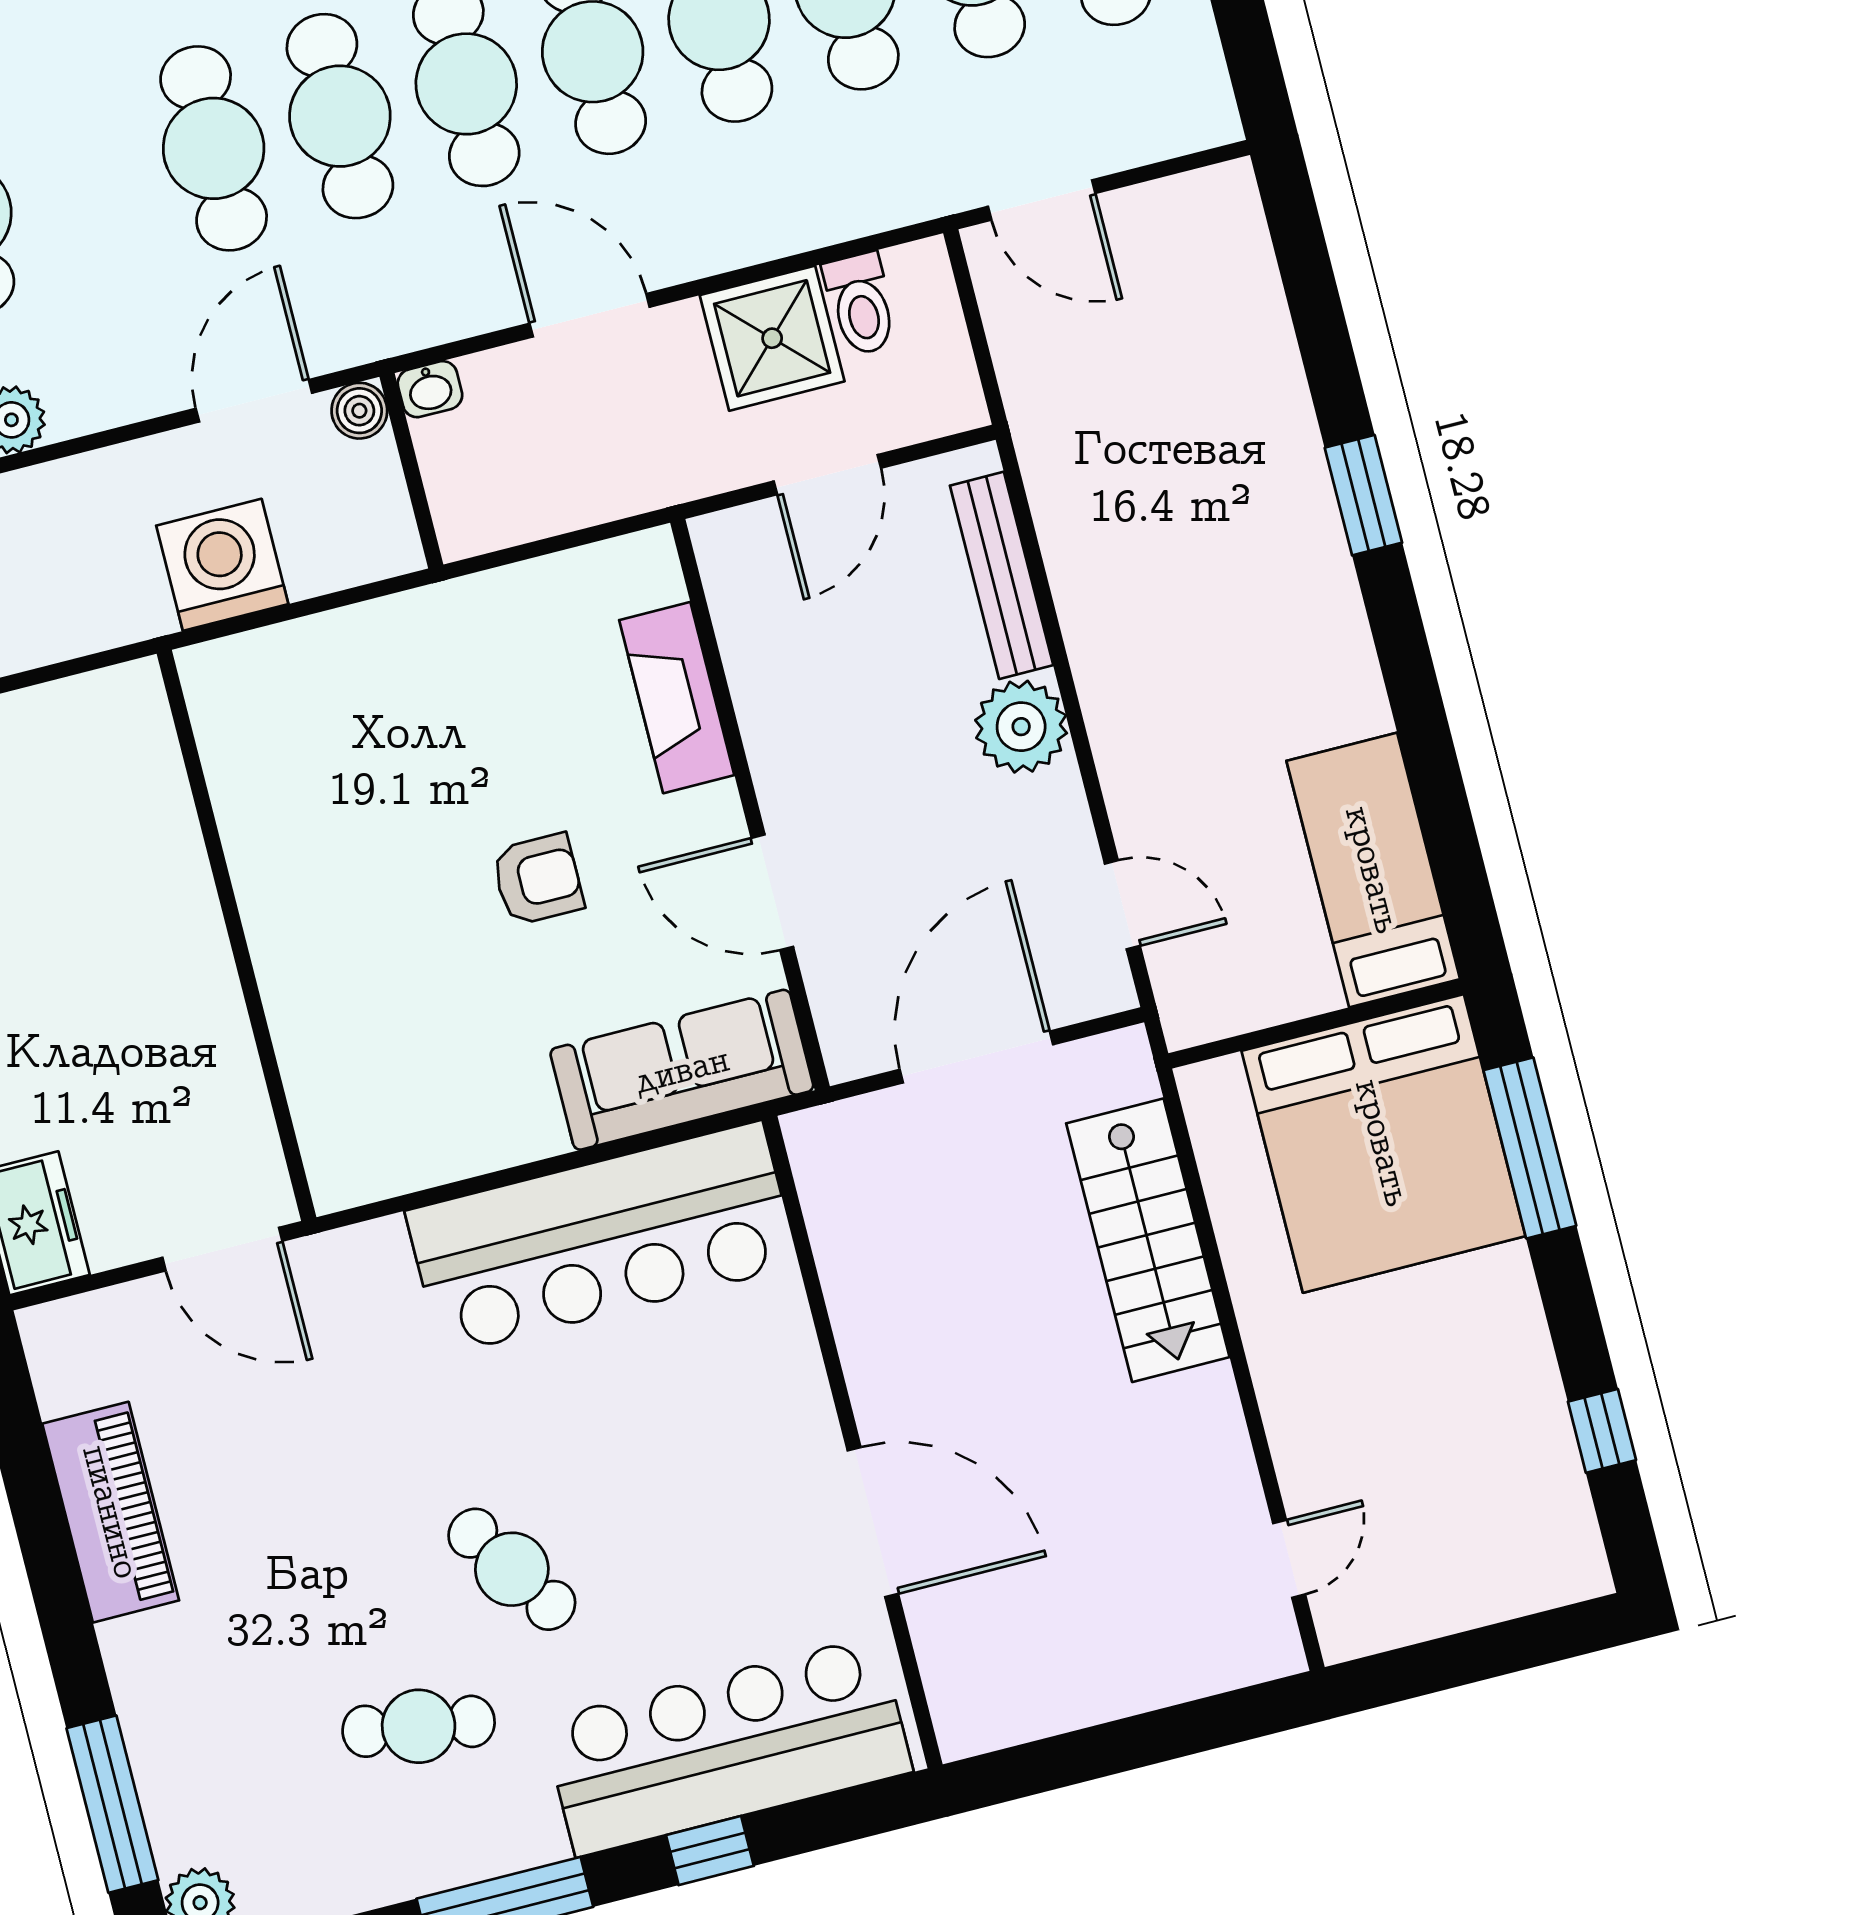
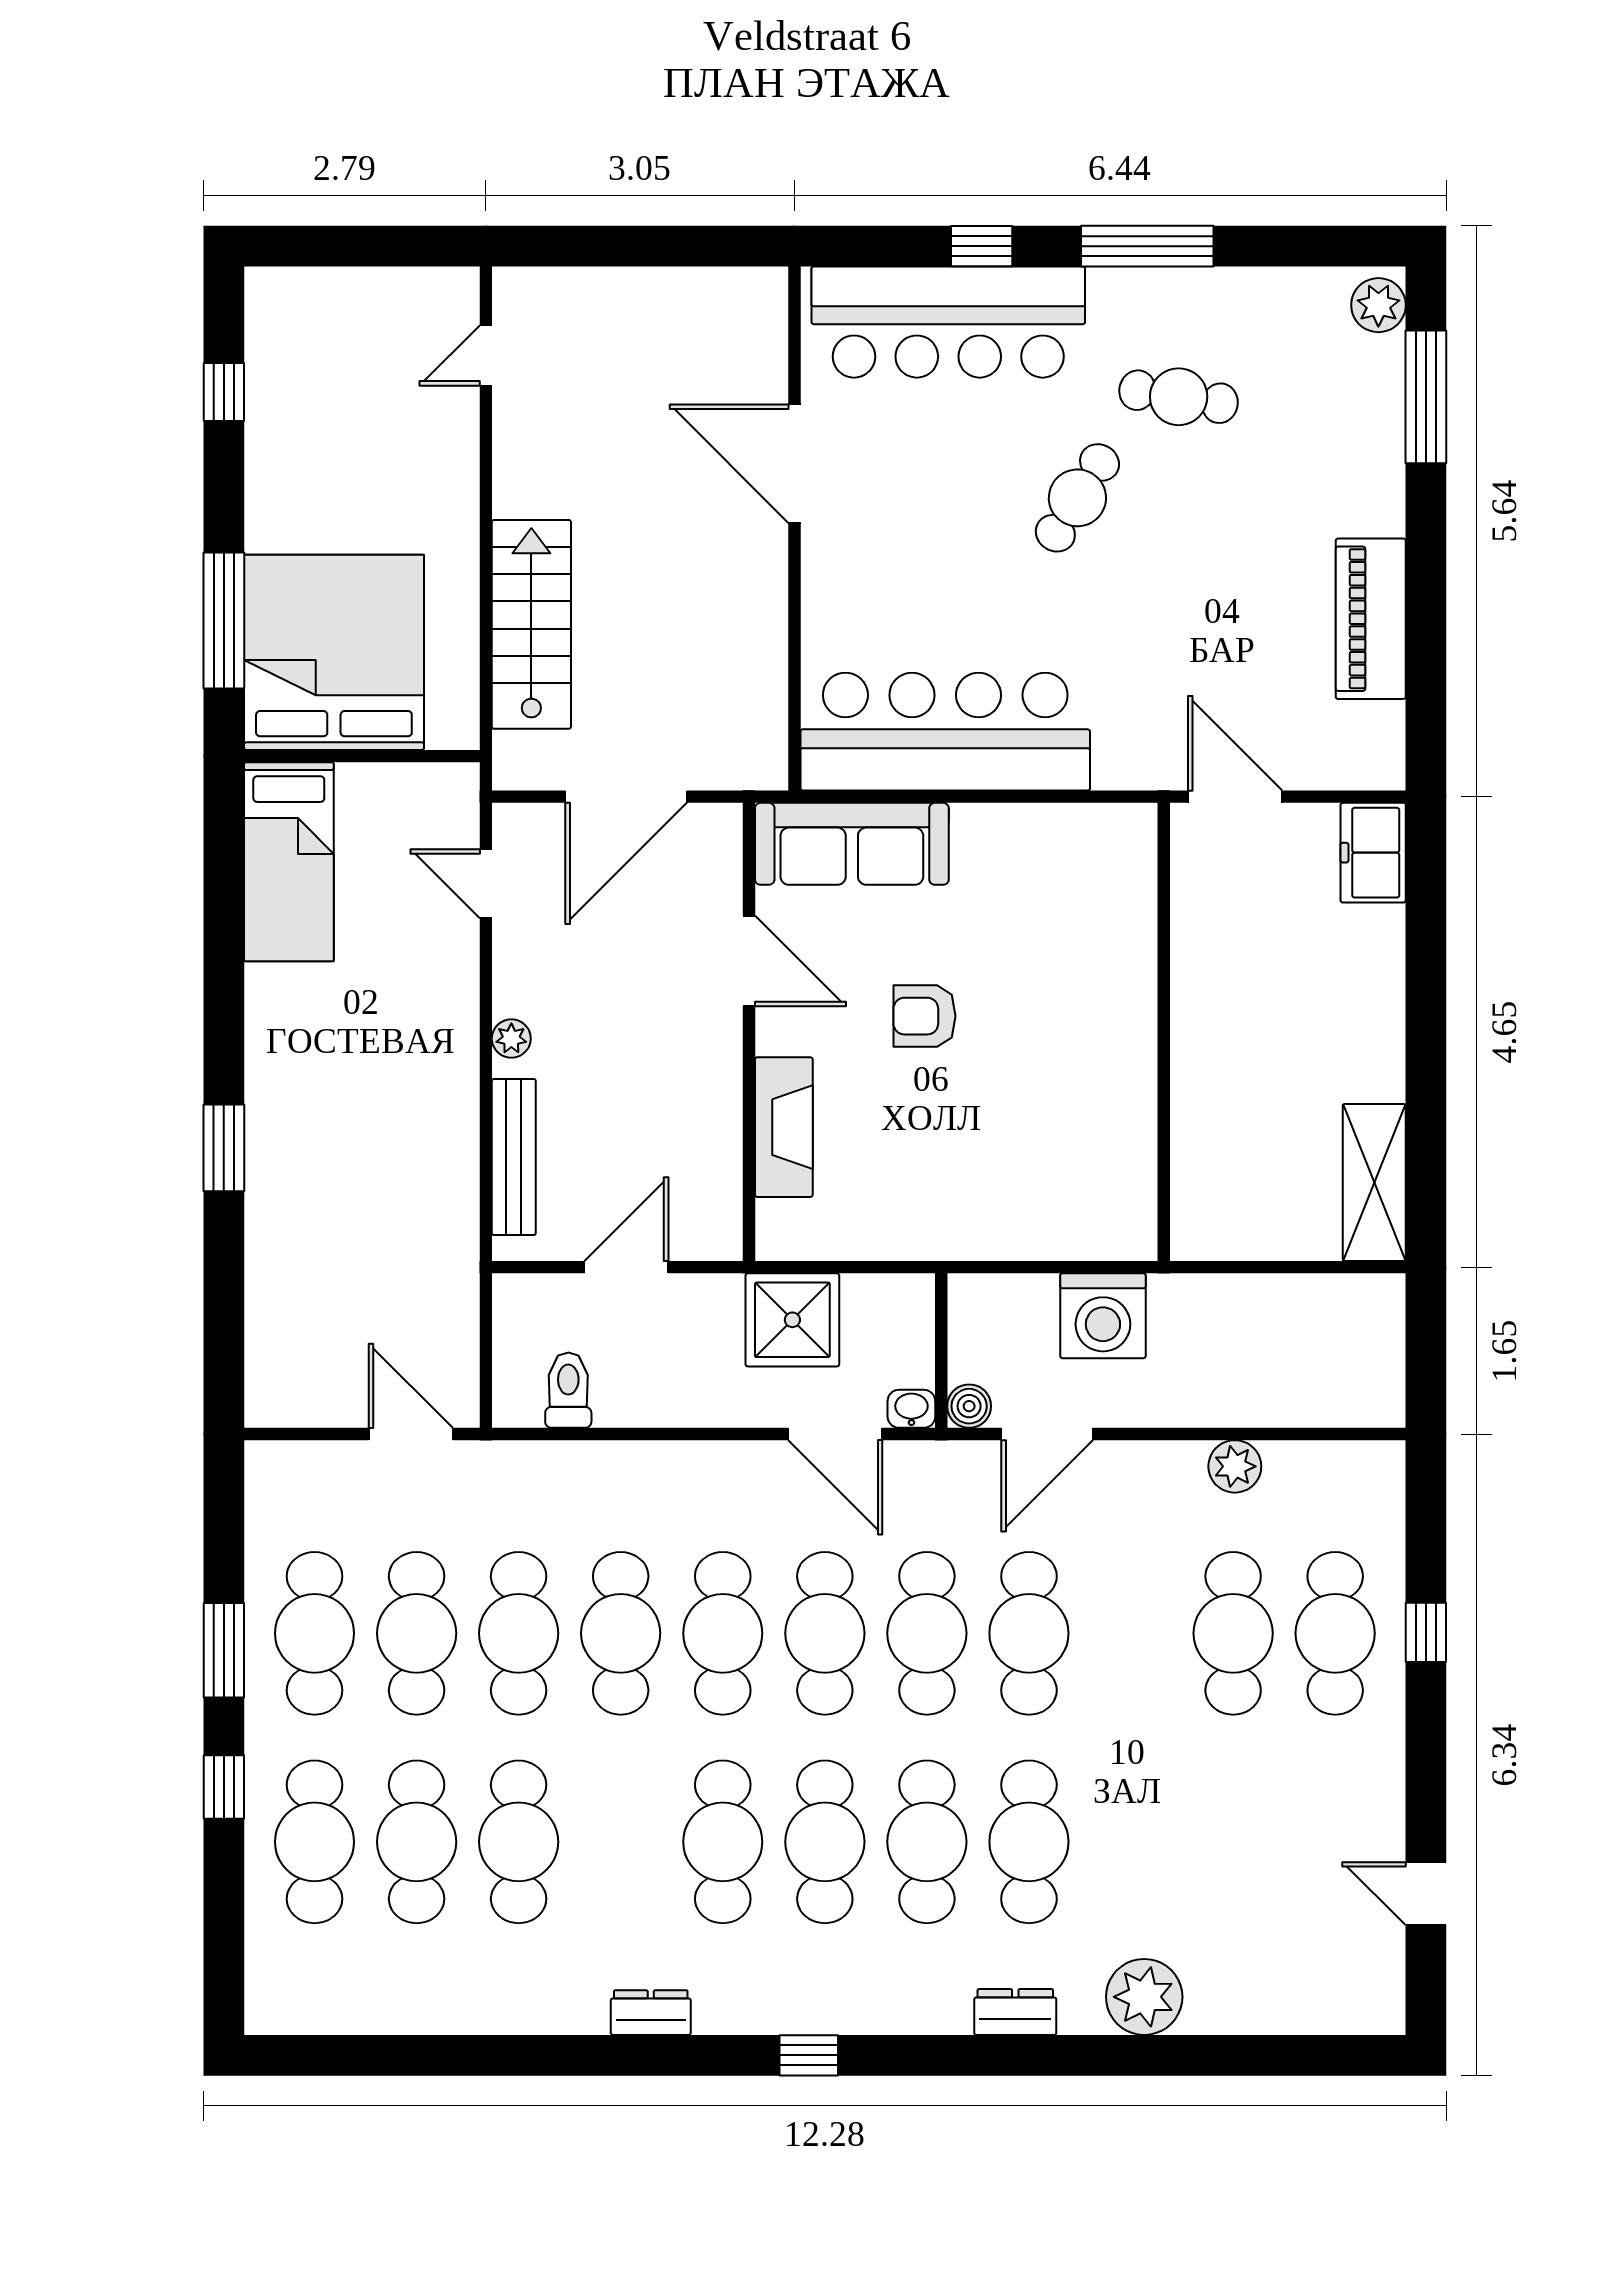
door: (590, 315) -> (835, 1434), moved
shower: (772, 338) -> (792, 1320), moved
plant: (1021, 727) -> (511, 1039), width x0.53, depth x0.53
cafe table: (512, 1569) -> (1077, 498), turned 65

